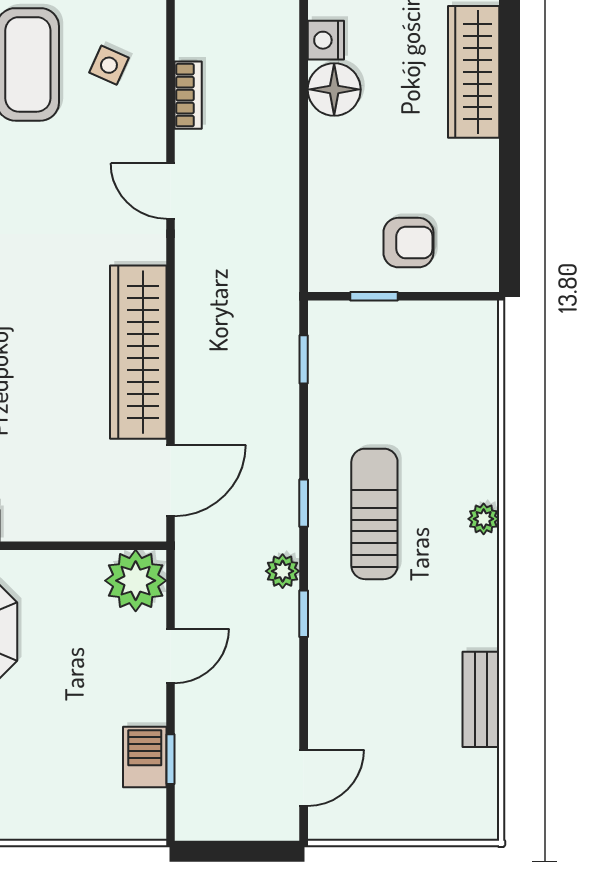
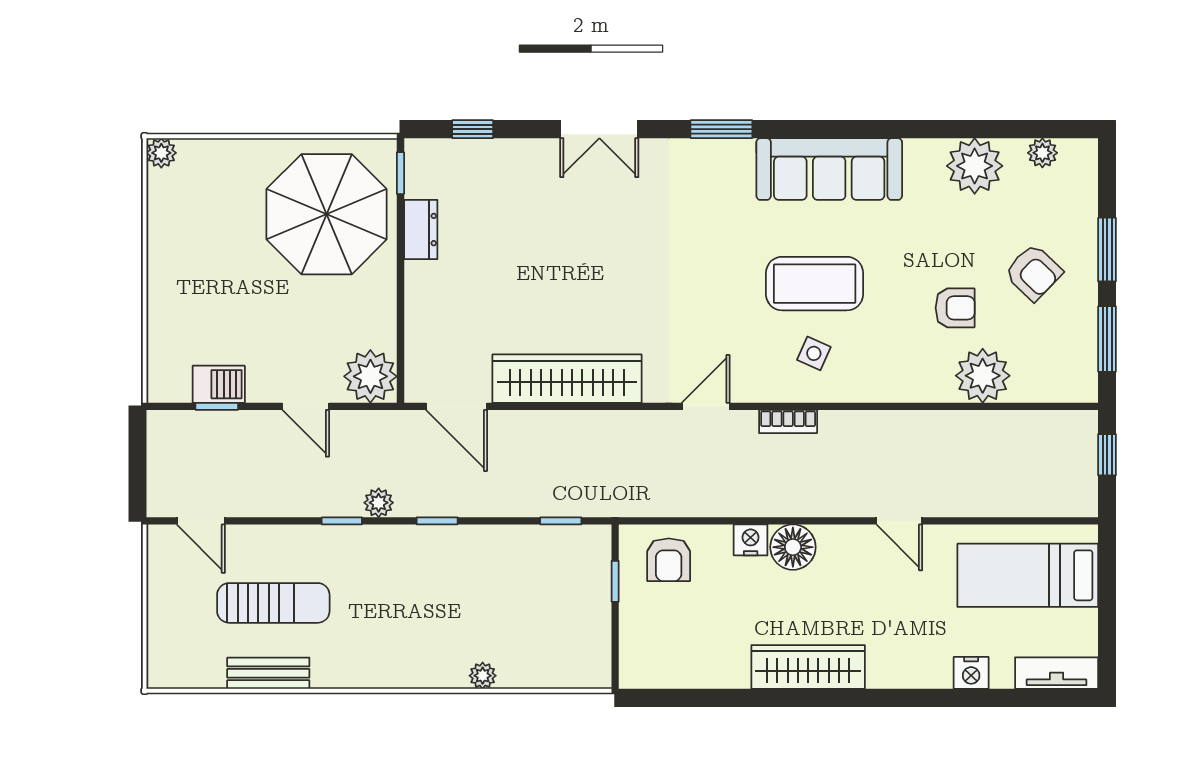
nightstand: (326, 40) -> (751, 540), moved
armchair: (408, 243) -> (669, 560), moved
sun lounger: (374, 514) -> (273, 603), moved
plant: (484, 519) -> (483, 676), moved

